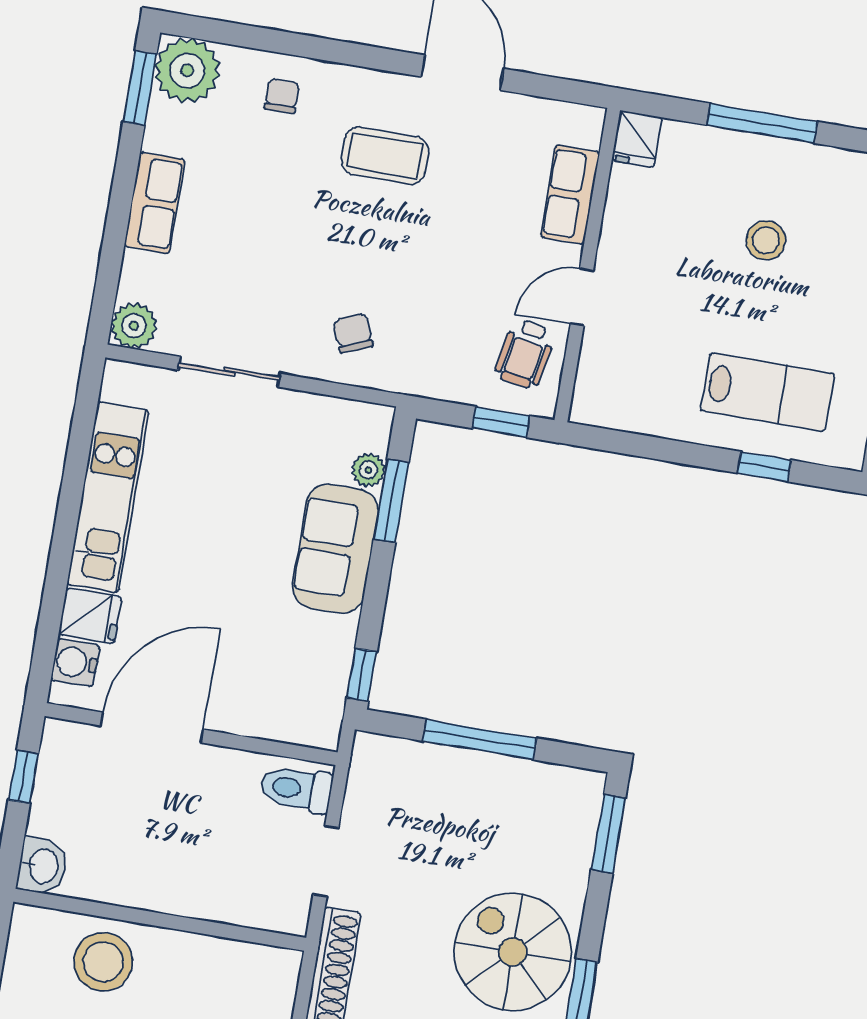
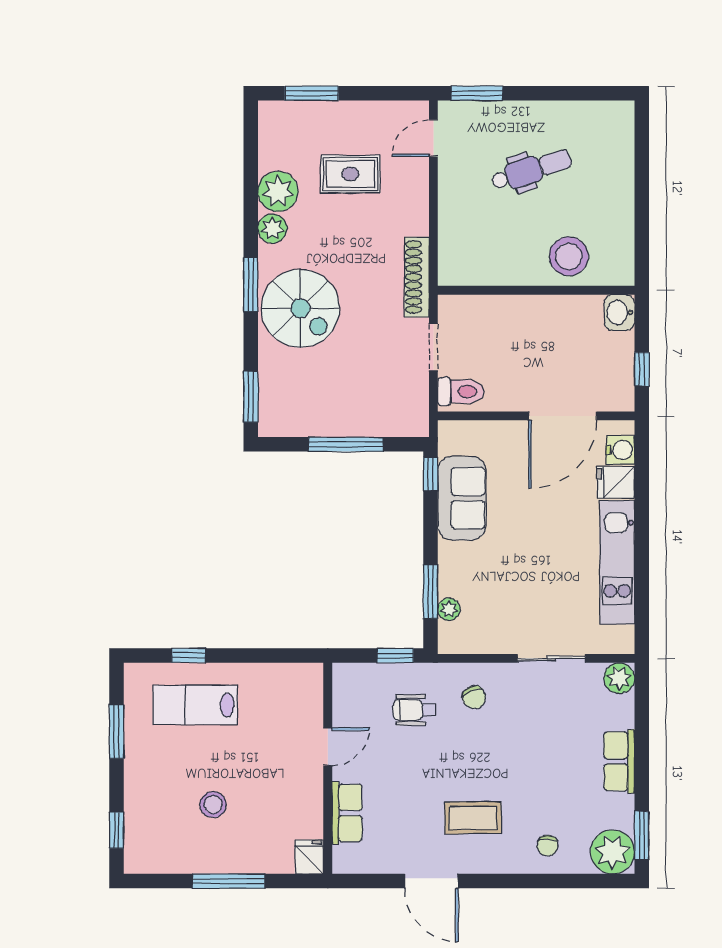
wheelchair: (525, 354) -> (414, 710), moved, turned -100
window: (501, 422) -> (395, 656), moved
sofa: (335, 549) -> (462, 498), moved

